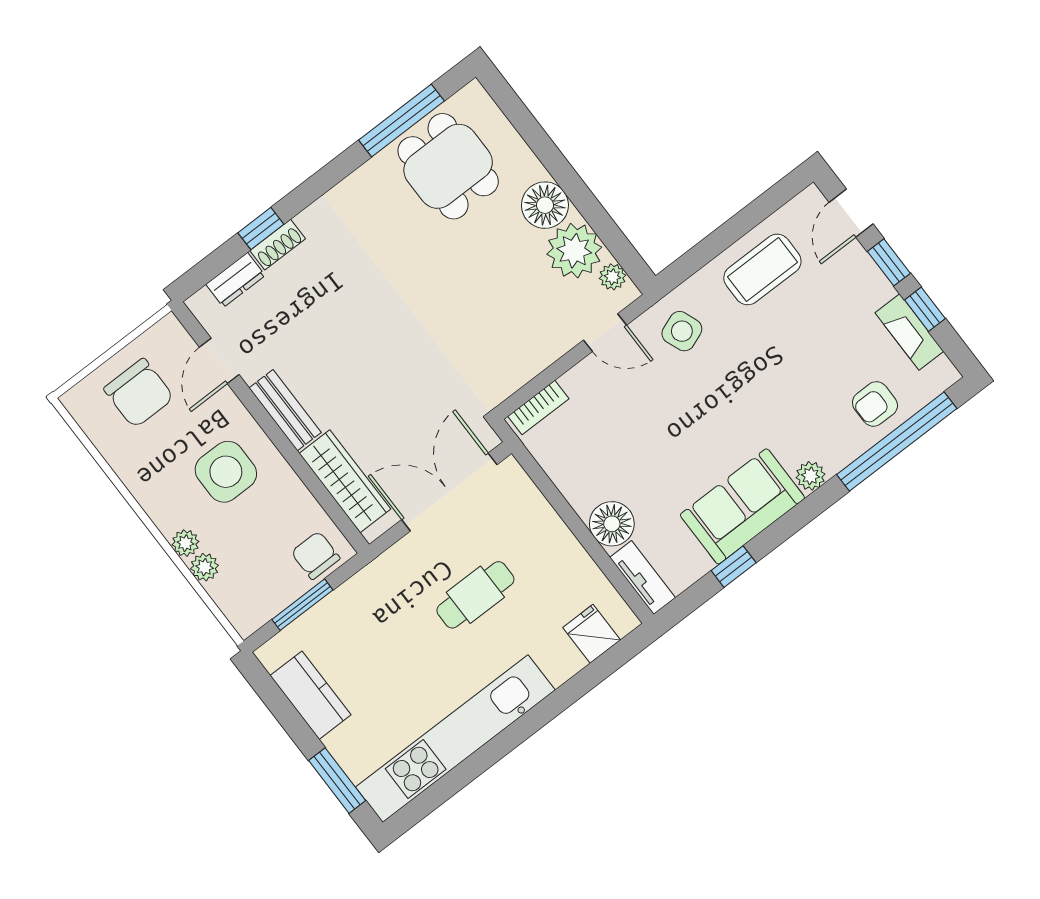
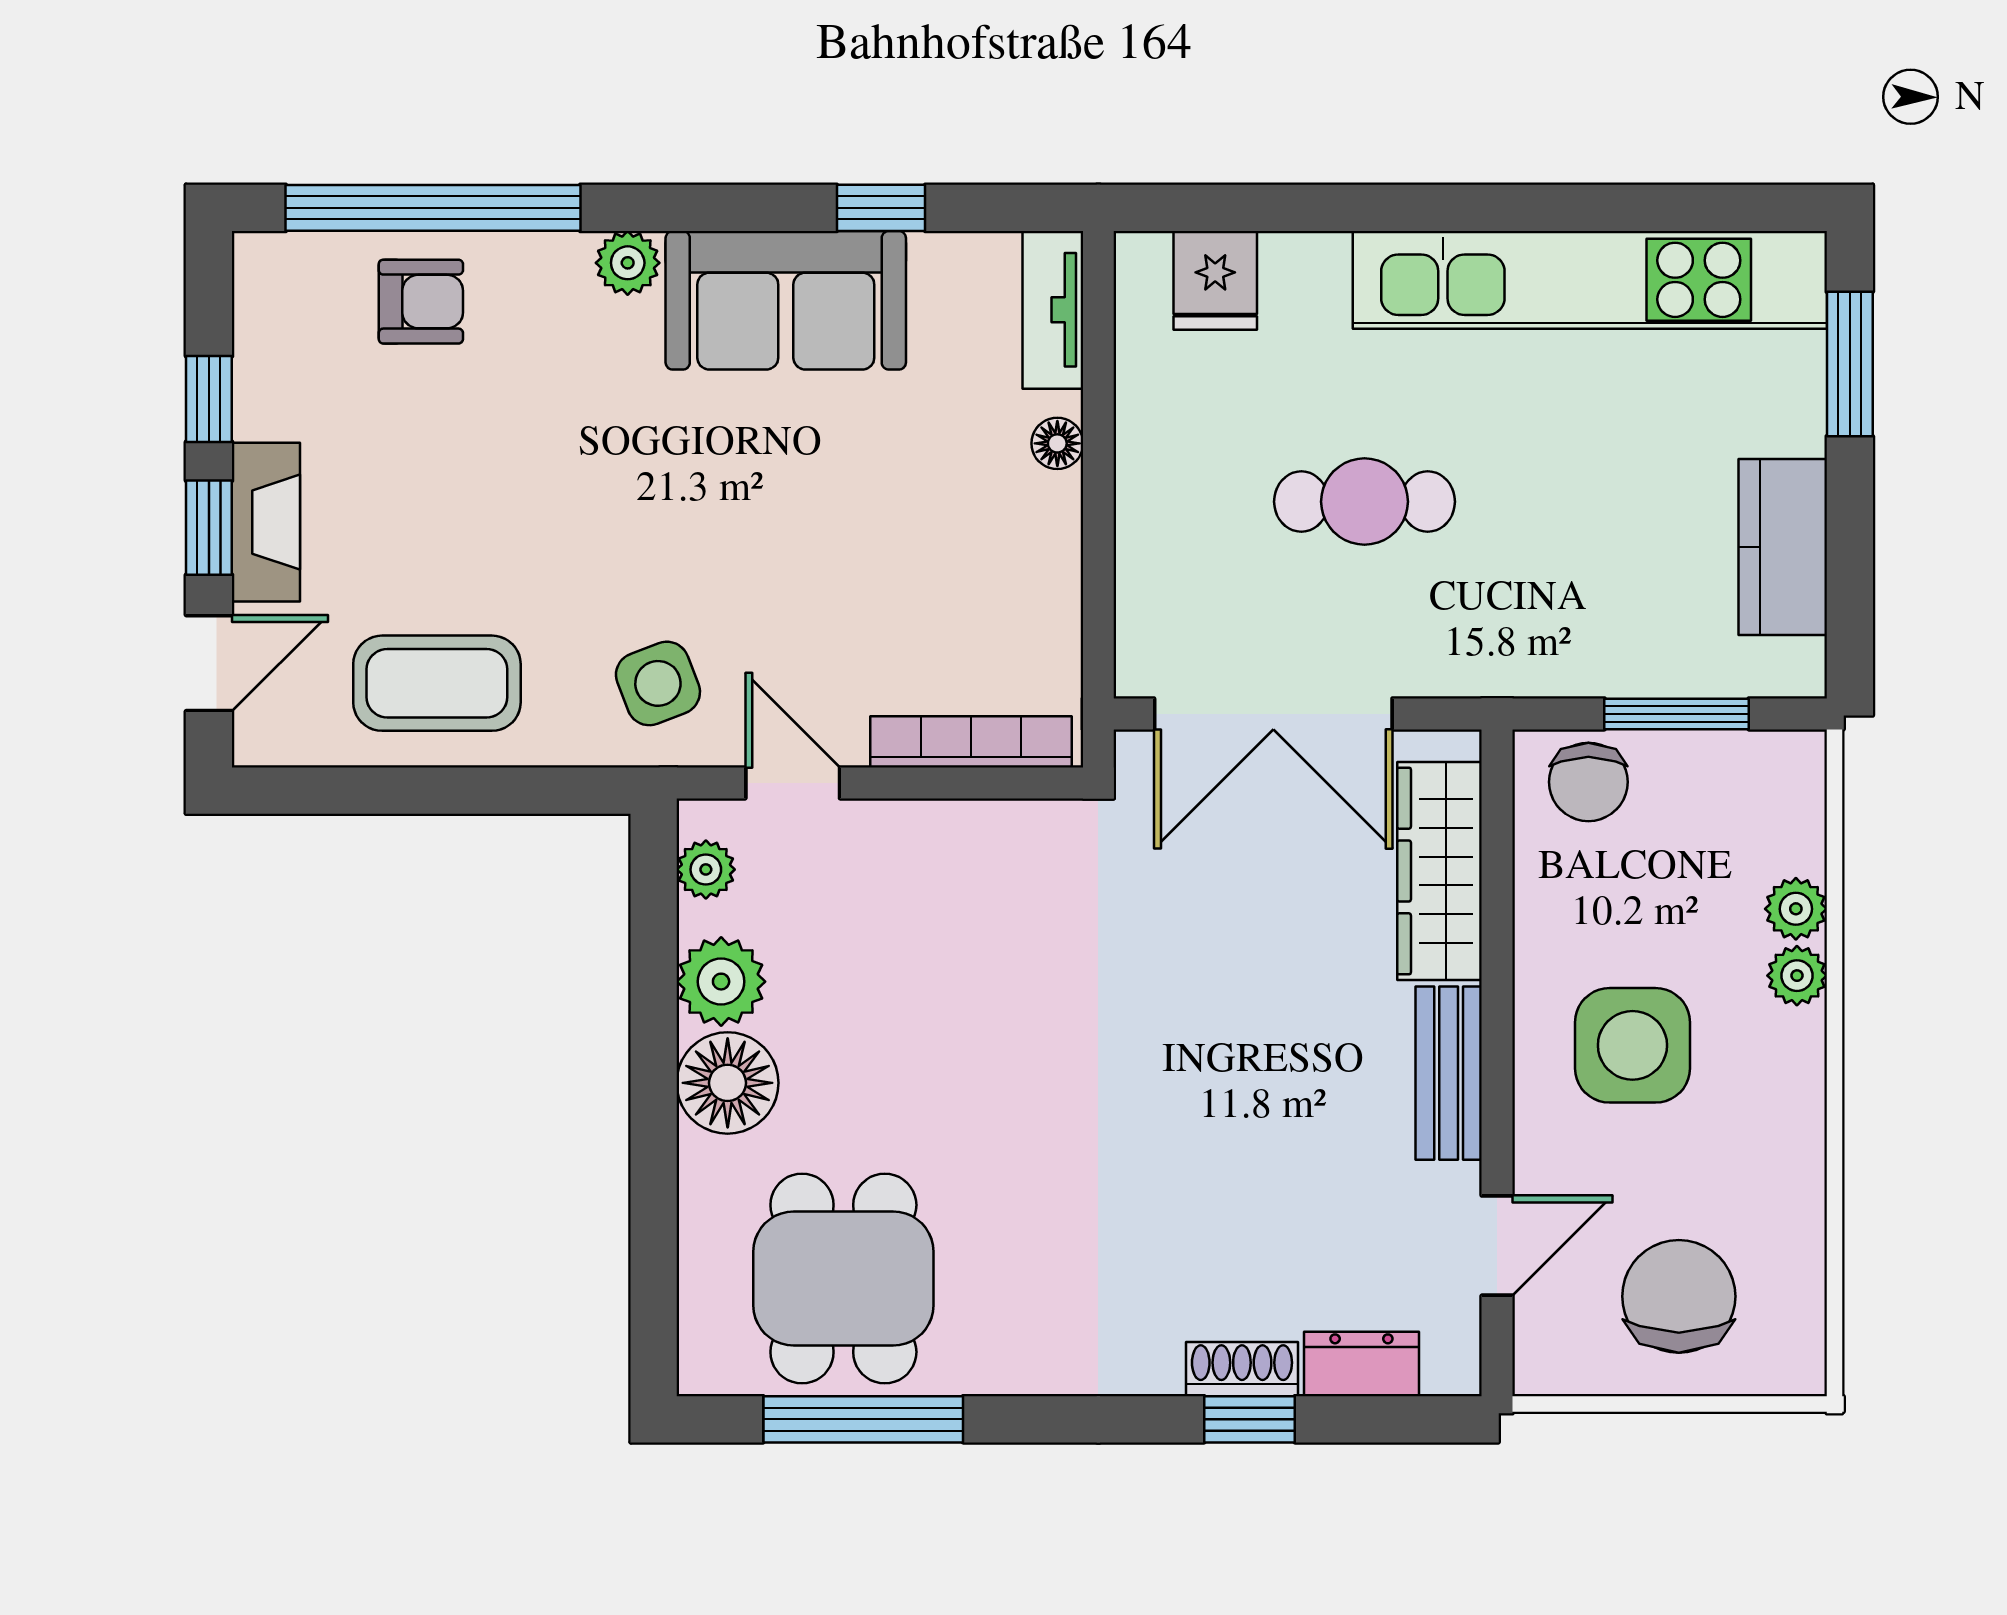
plant: (574, 251) -> (721, 982), width x0.73, depth x0.73
fireplace: (909, 332) -> (266, 522), moved
bookcase: (538, 407) -> (971, 742), width x1.56
floor lamp: (612, 524) -> (1057, 443), width x0.53, depth x0.53

